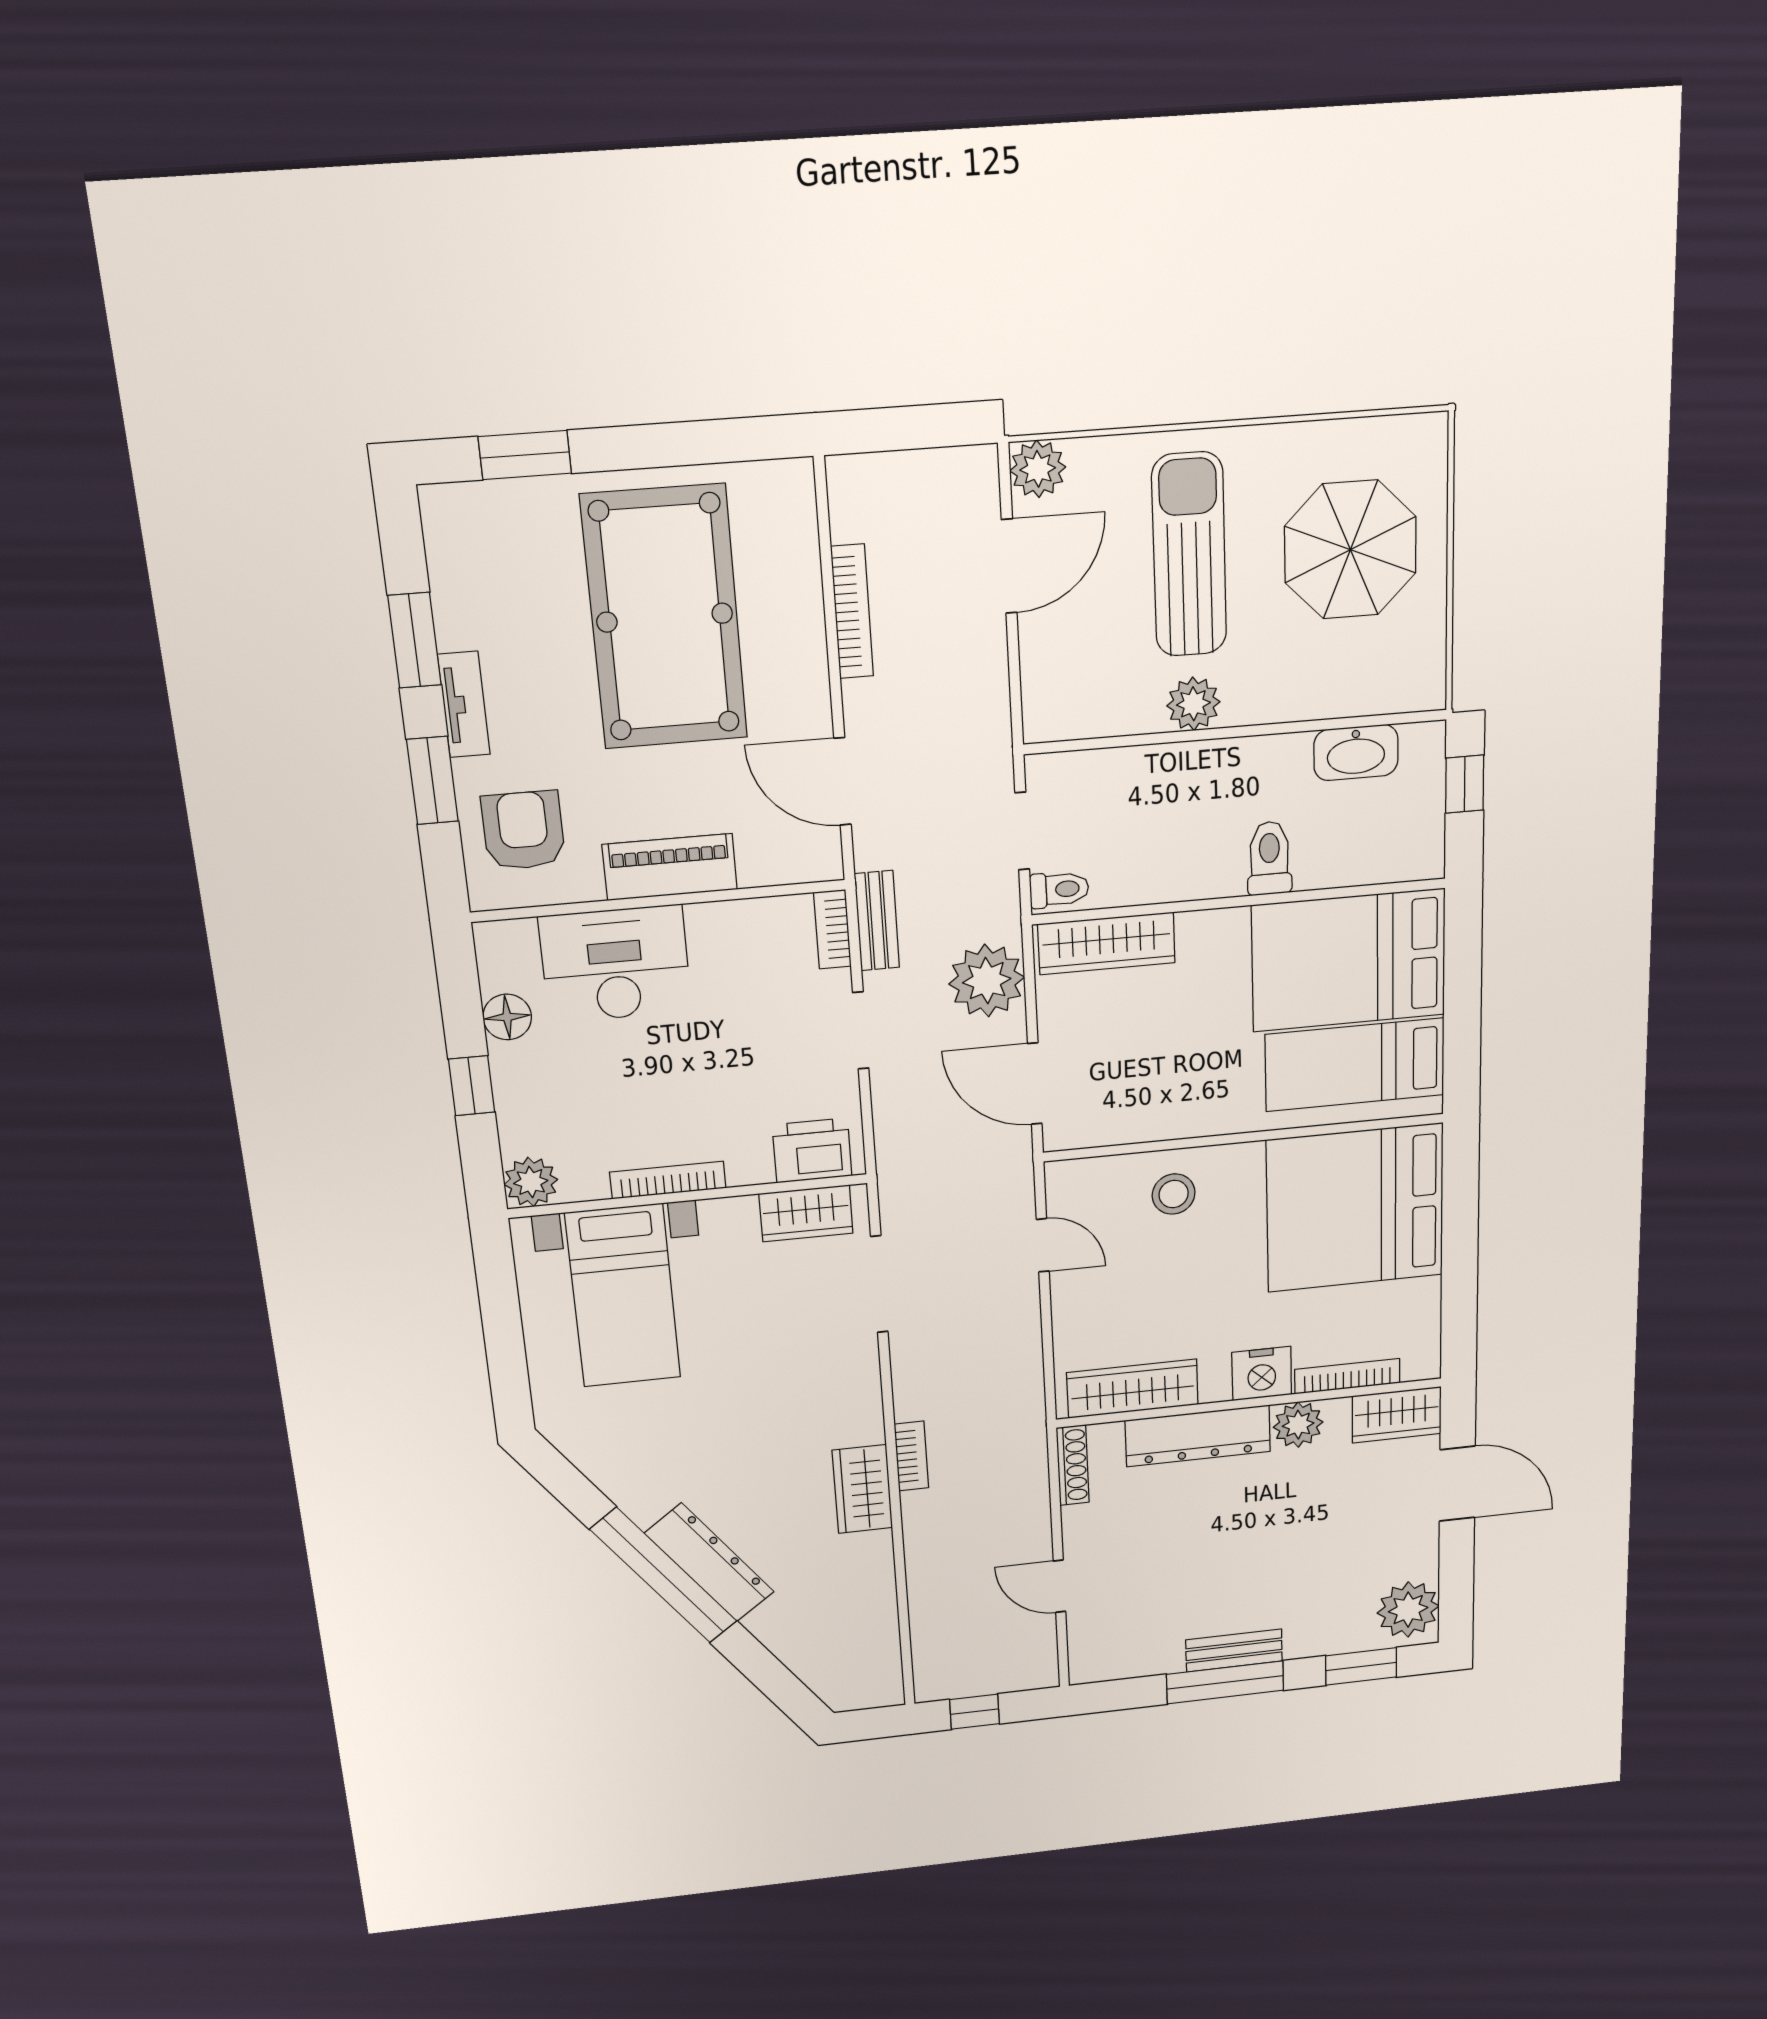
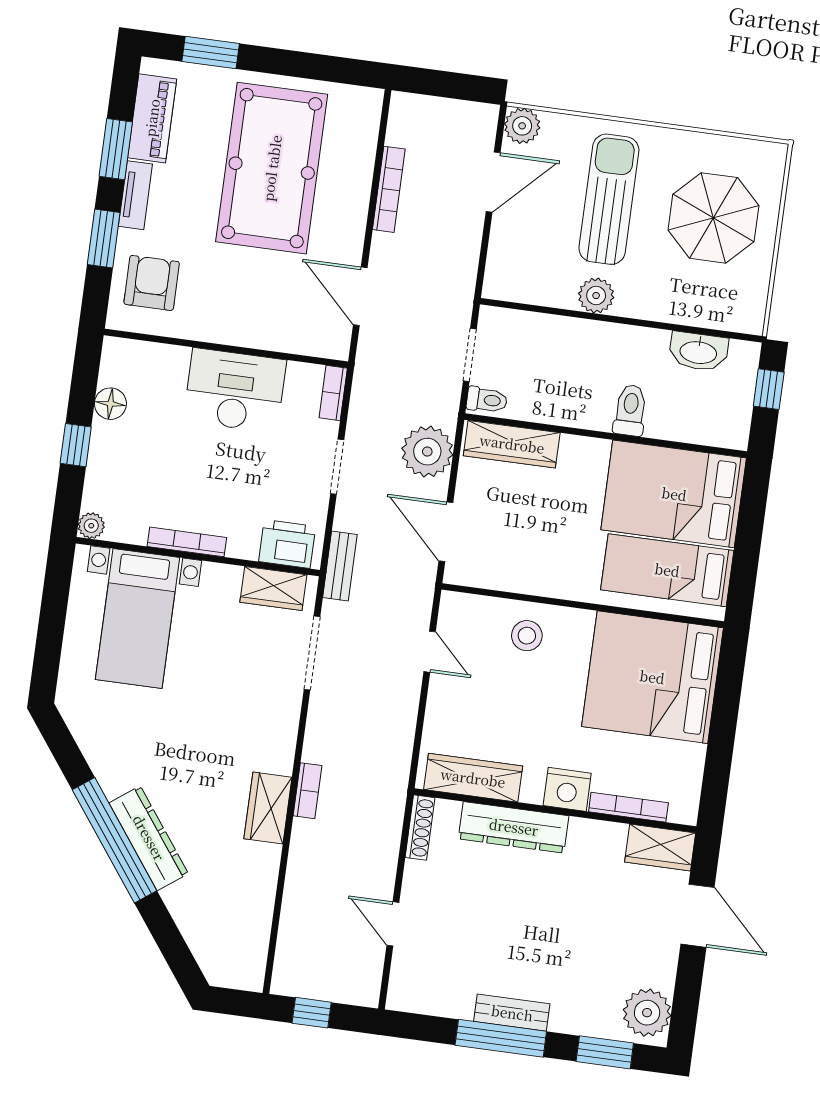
piano: (670, 867) -> (152, 118), moved, turned 90
bench: (877, 921) -> (340, 566), moved
desk: (615, 964) -> (235, 390), moved
plant: (531, 1182) -> (91, 526), width x0.73, depth x0.73
plant: (1298, 1425) -> (587, 837), removed

